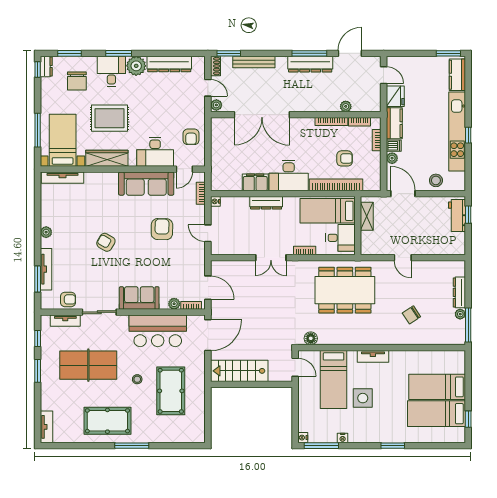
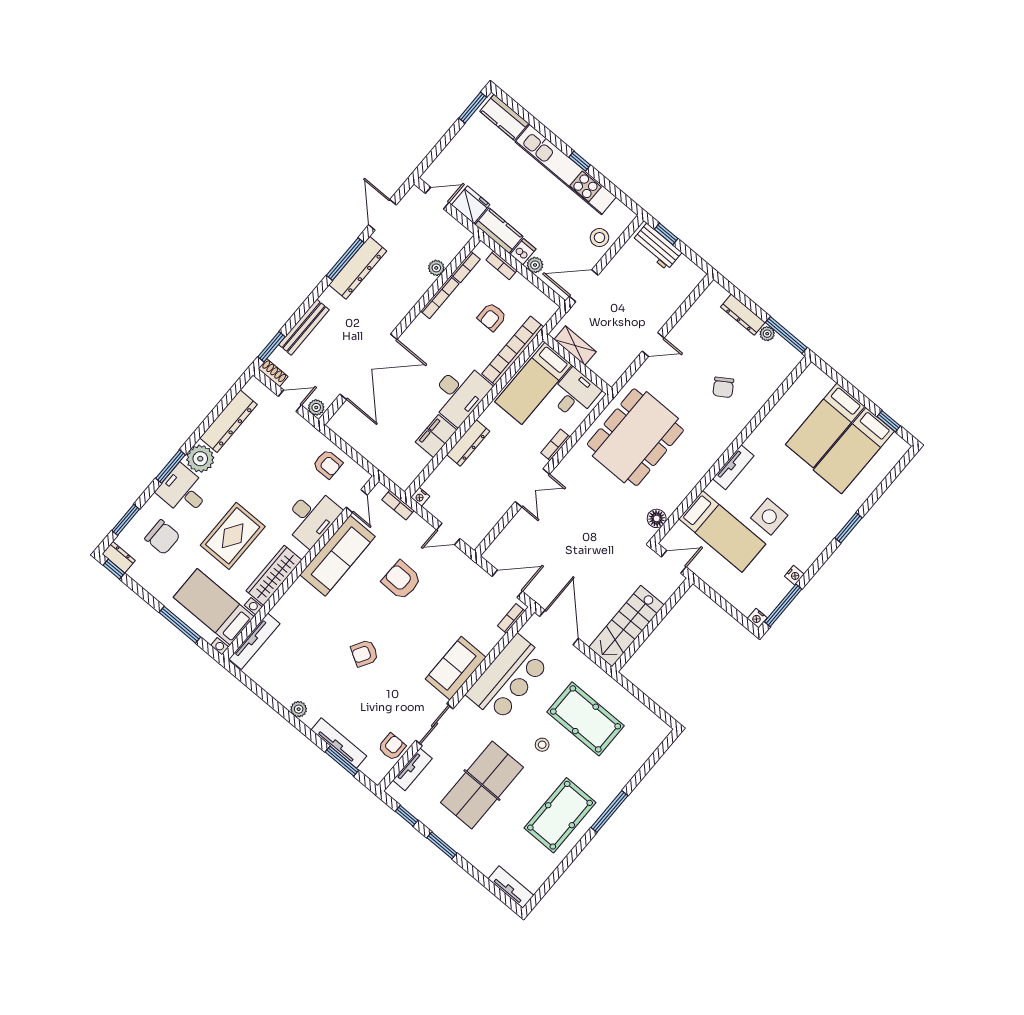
armchair: (345, 158) -> (492, 317), turned 180
plant: (174, 304) -> (494, 635), removed

